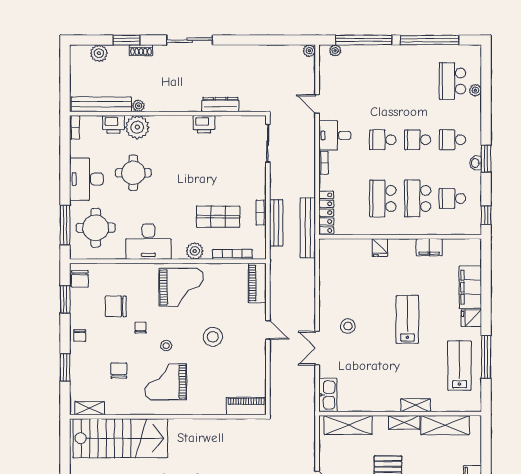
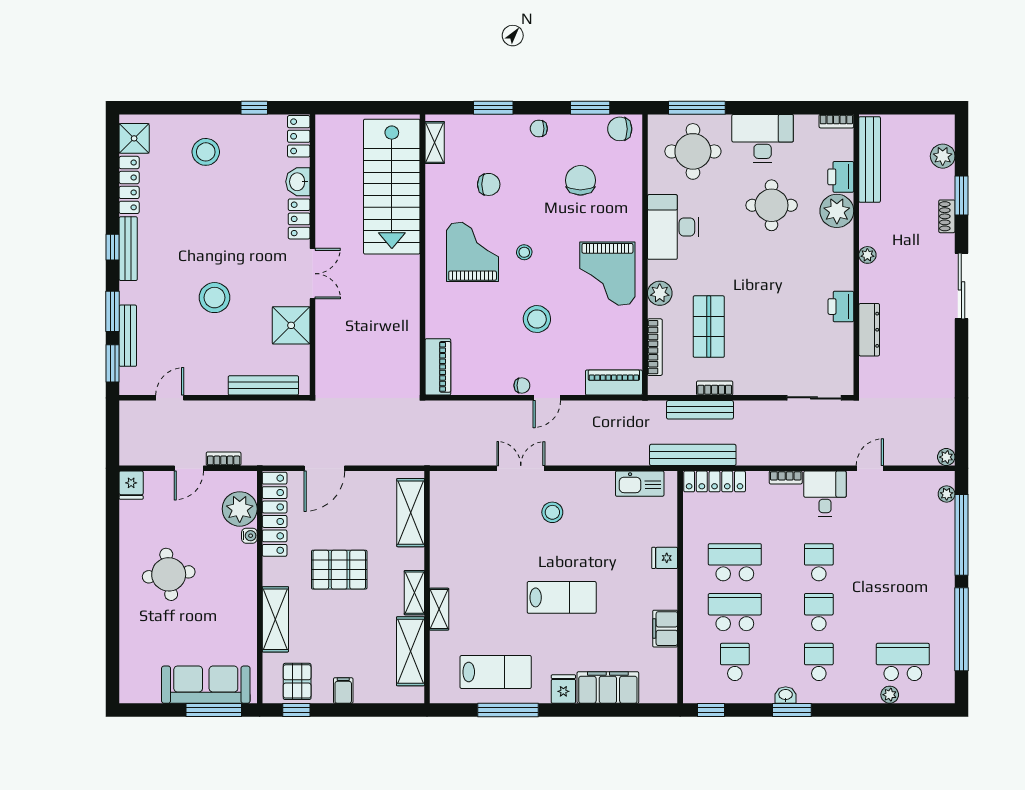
plant: (139, 106) -> (867, 255), moved
chair: (140, 328) -> (522, 385), moved
kitchen sink: (328, 395) -> (640, 484), moved

